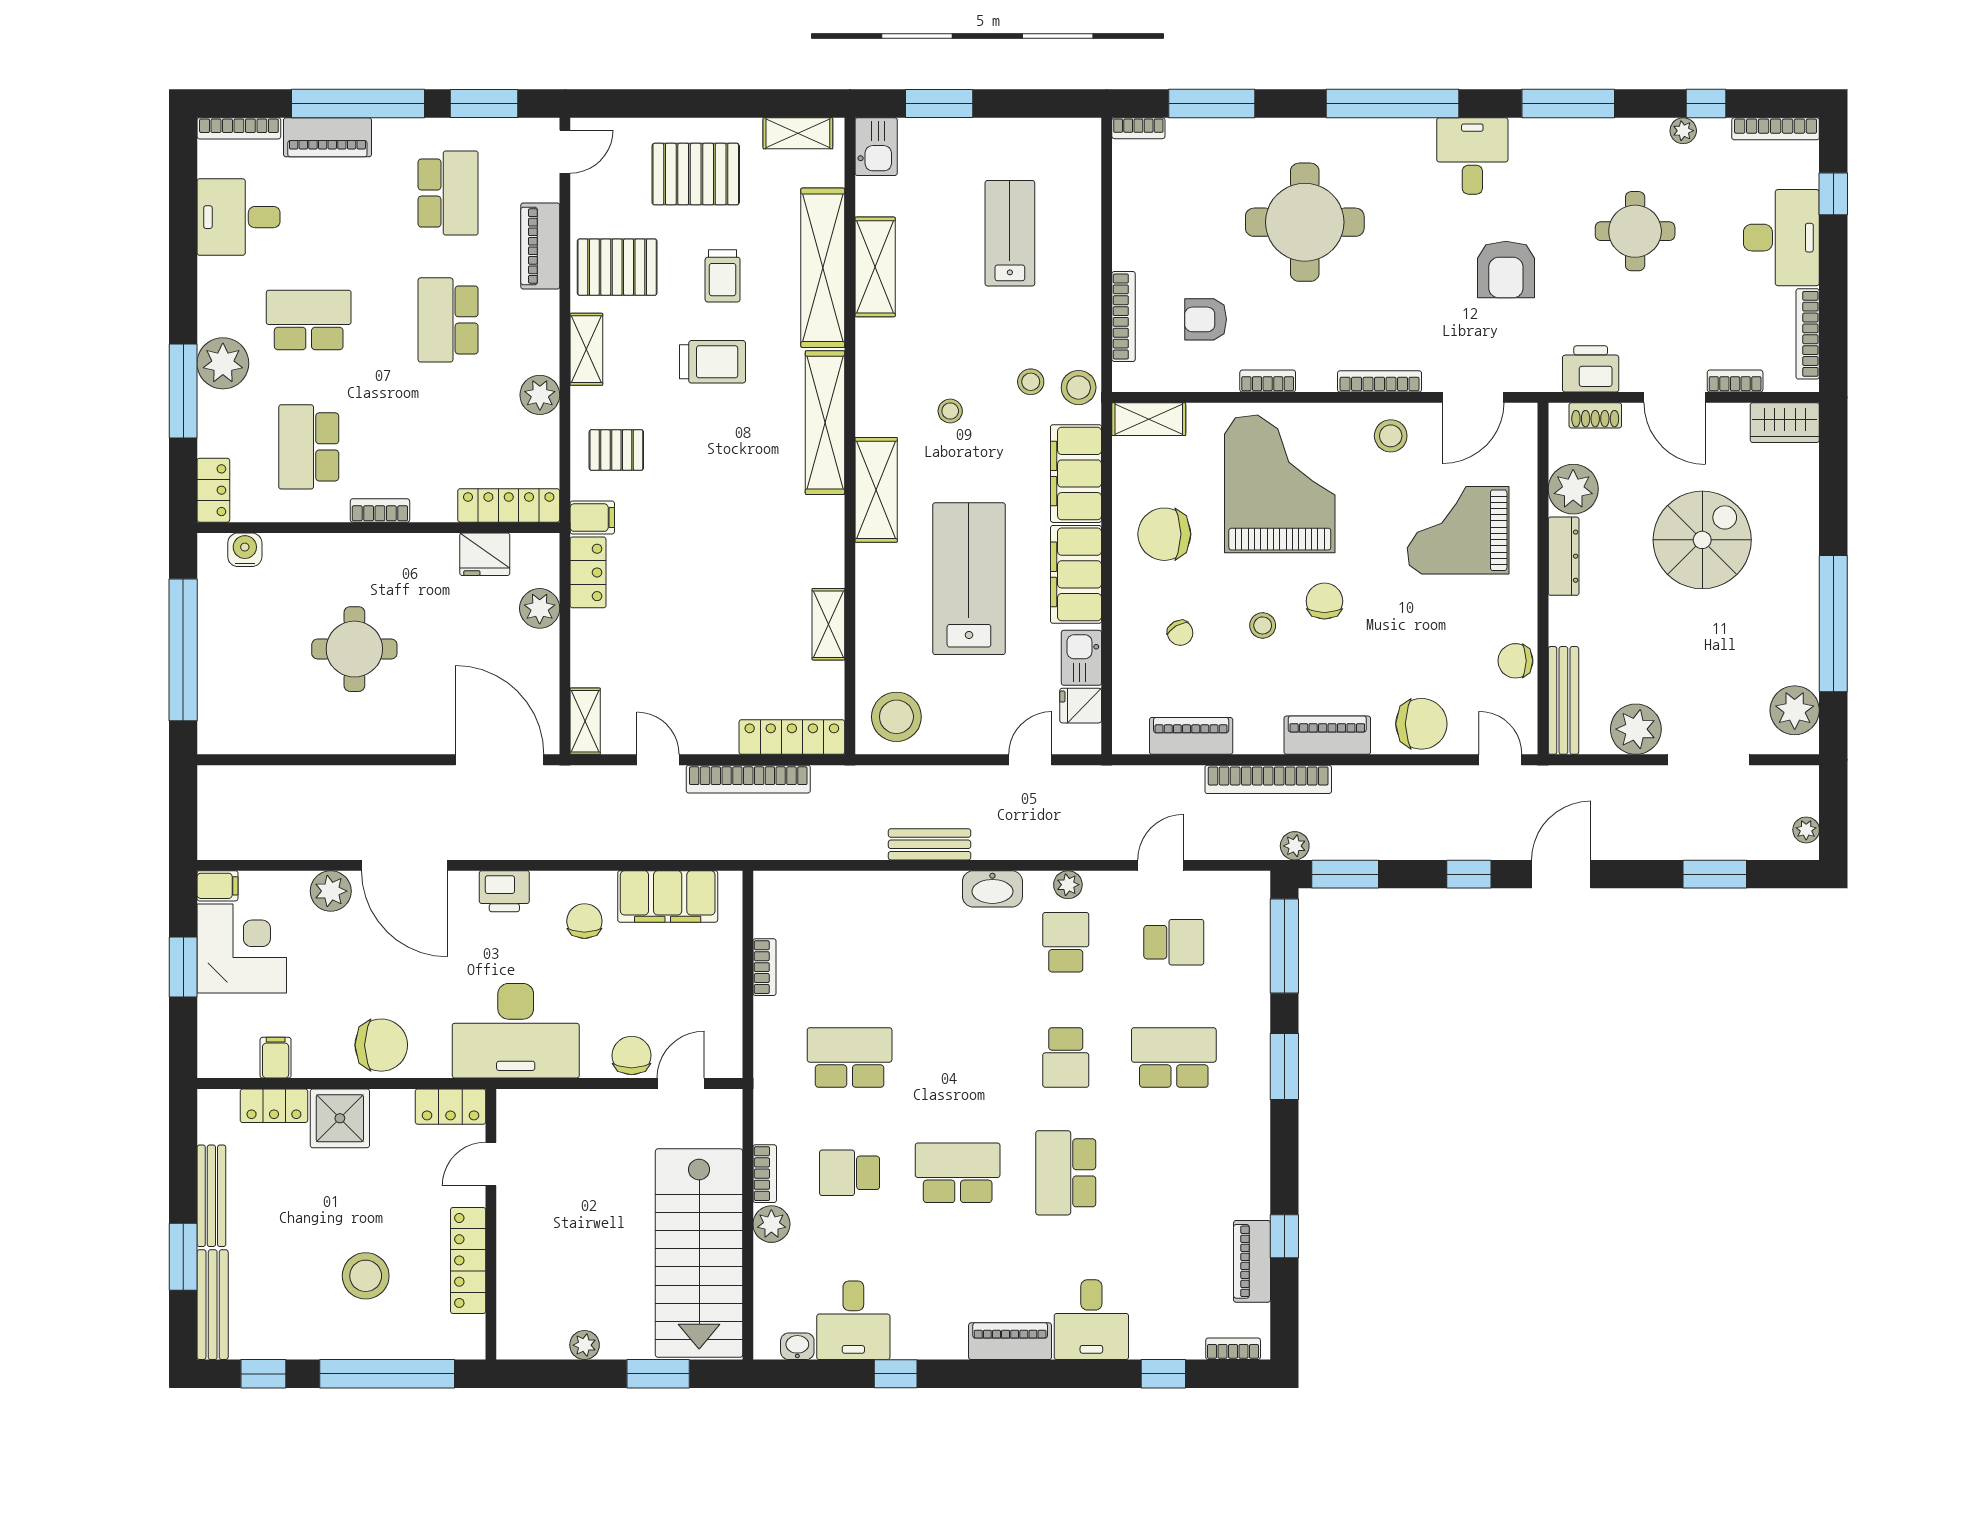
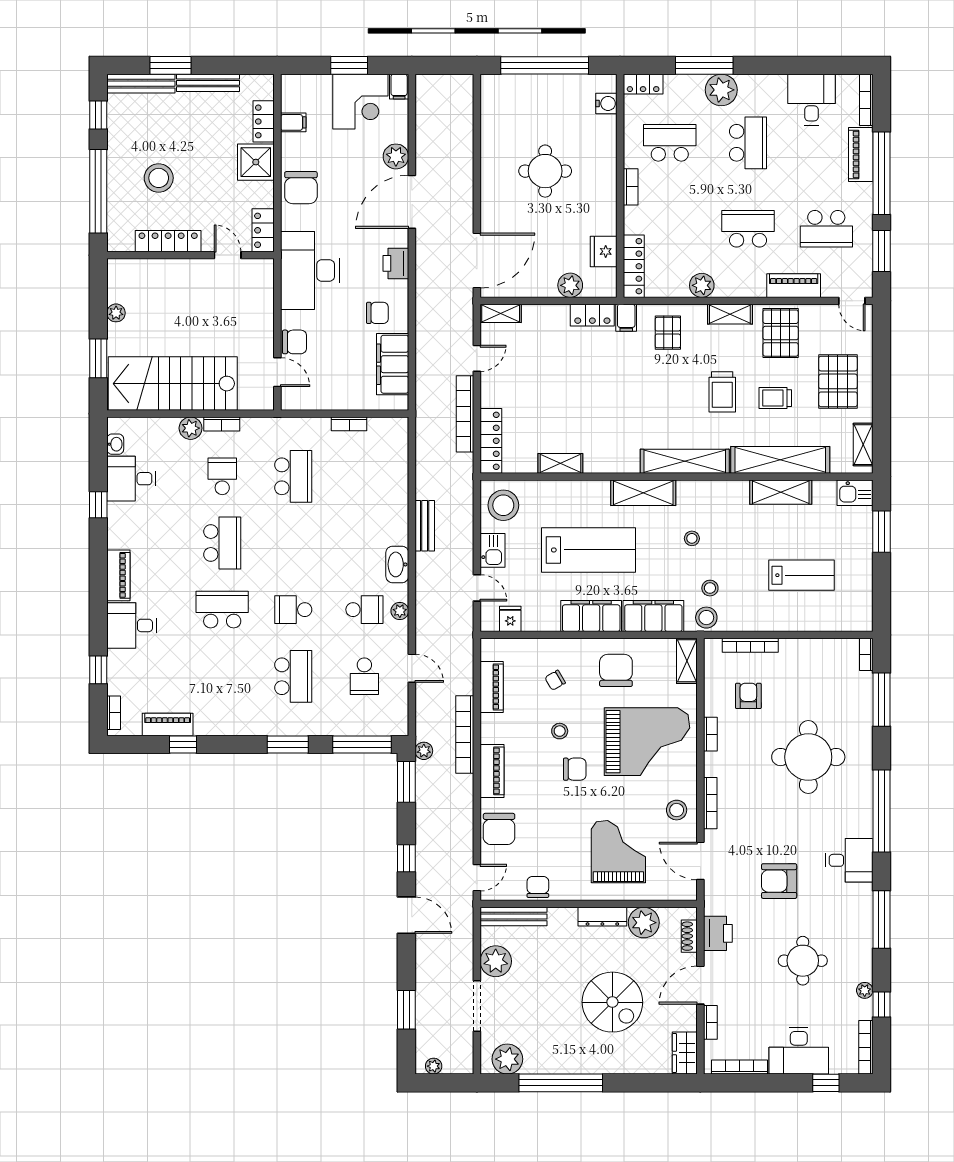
kitchen sink: (1081, 658) -> (492, 550), moved, turned 90

